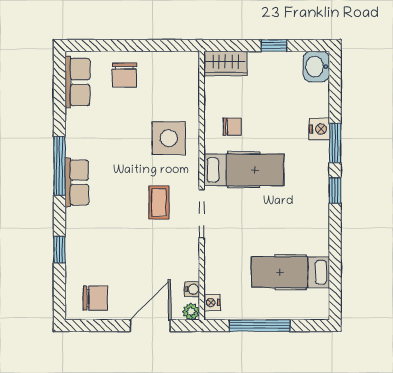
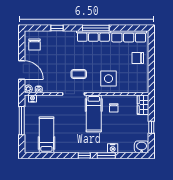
row of seats: (77, 82) -> (129, 36), width x1.48
row of seats: (77, 182) -> (93, 36), width x1.48

